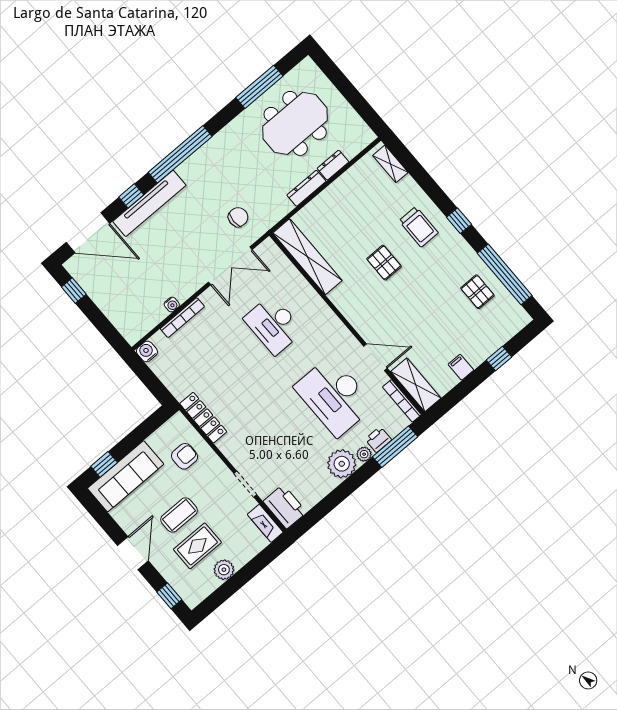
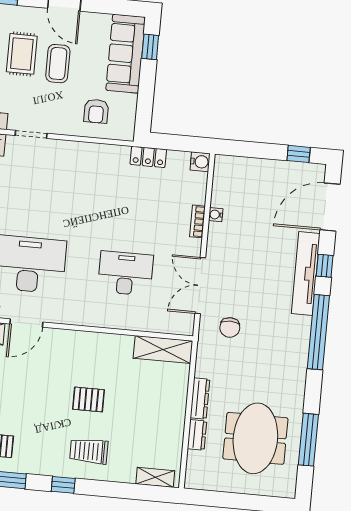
shelving: (307, 257) -> (163, 350), width x0.68
bookcase: (182, 318) -> (197, 221), width x0.64
locker: (203, 418) -> (148, 157), moved, width x0.66

